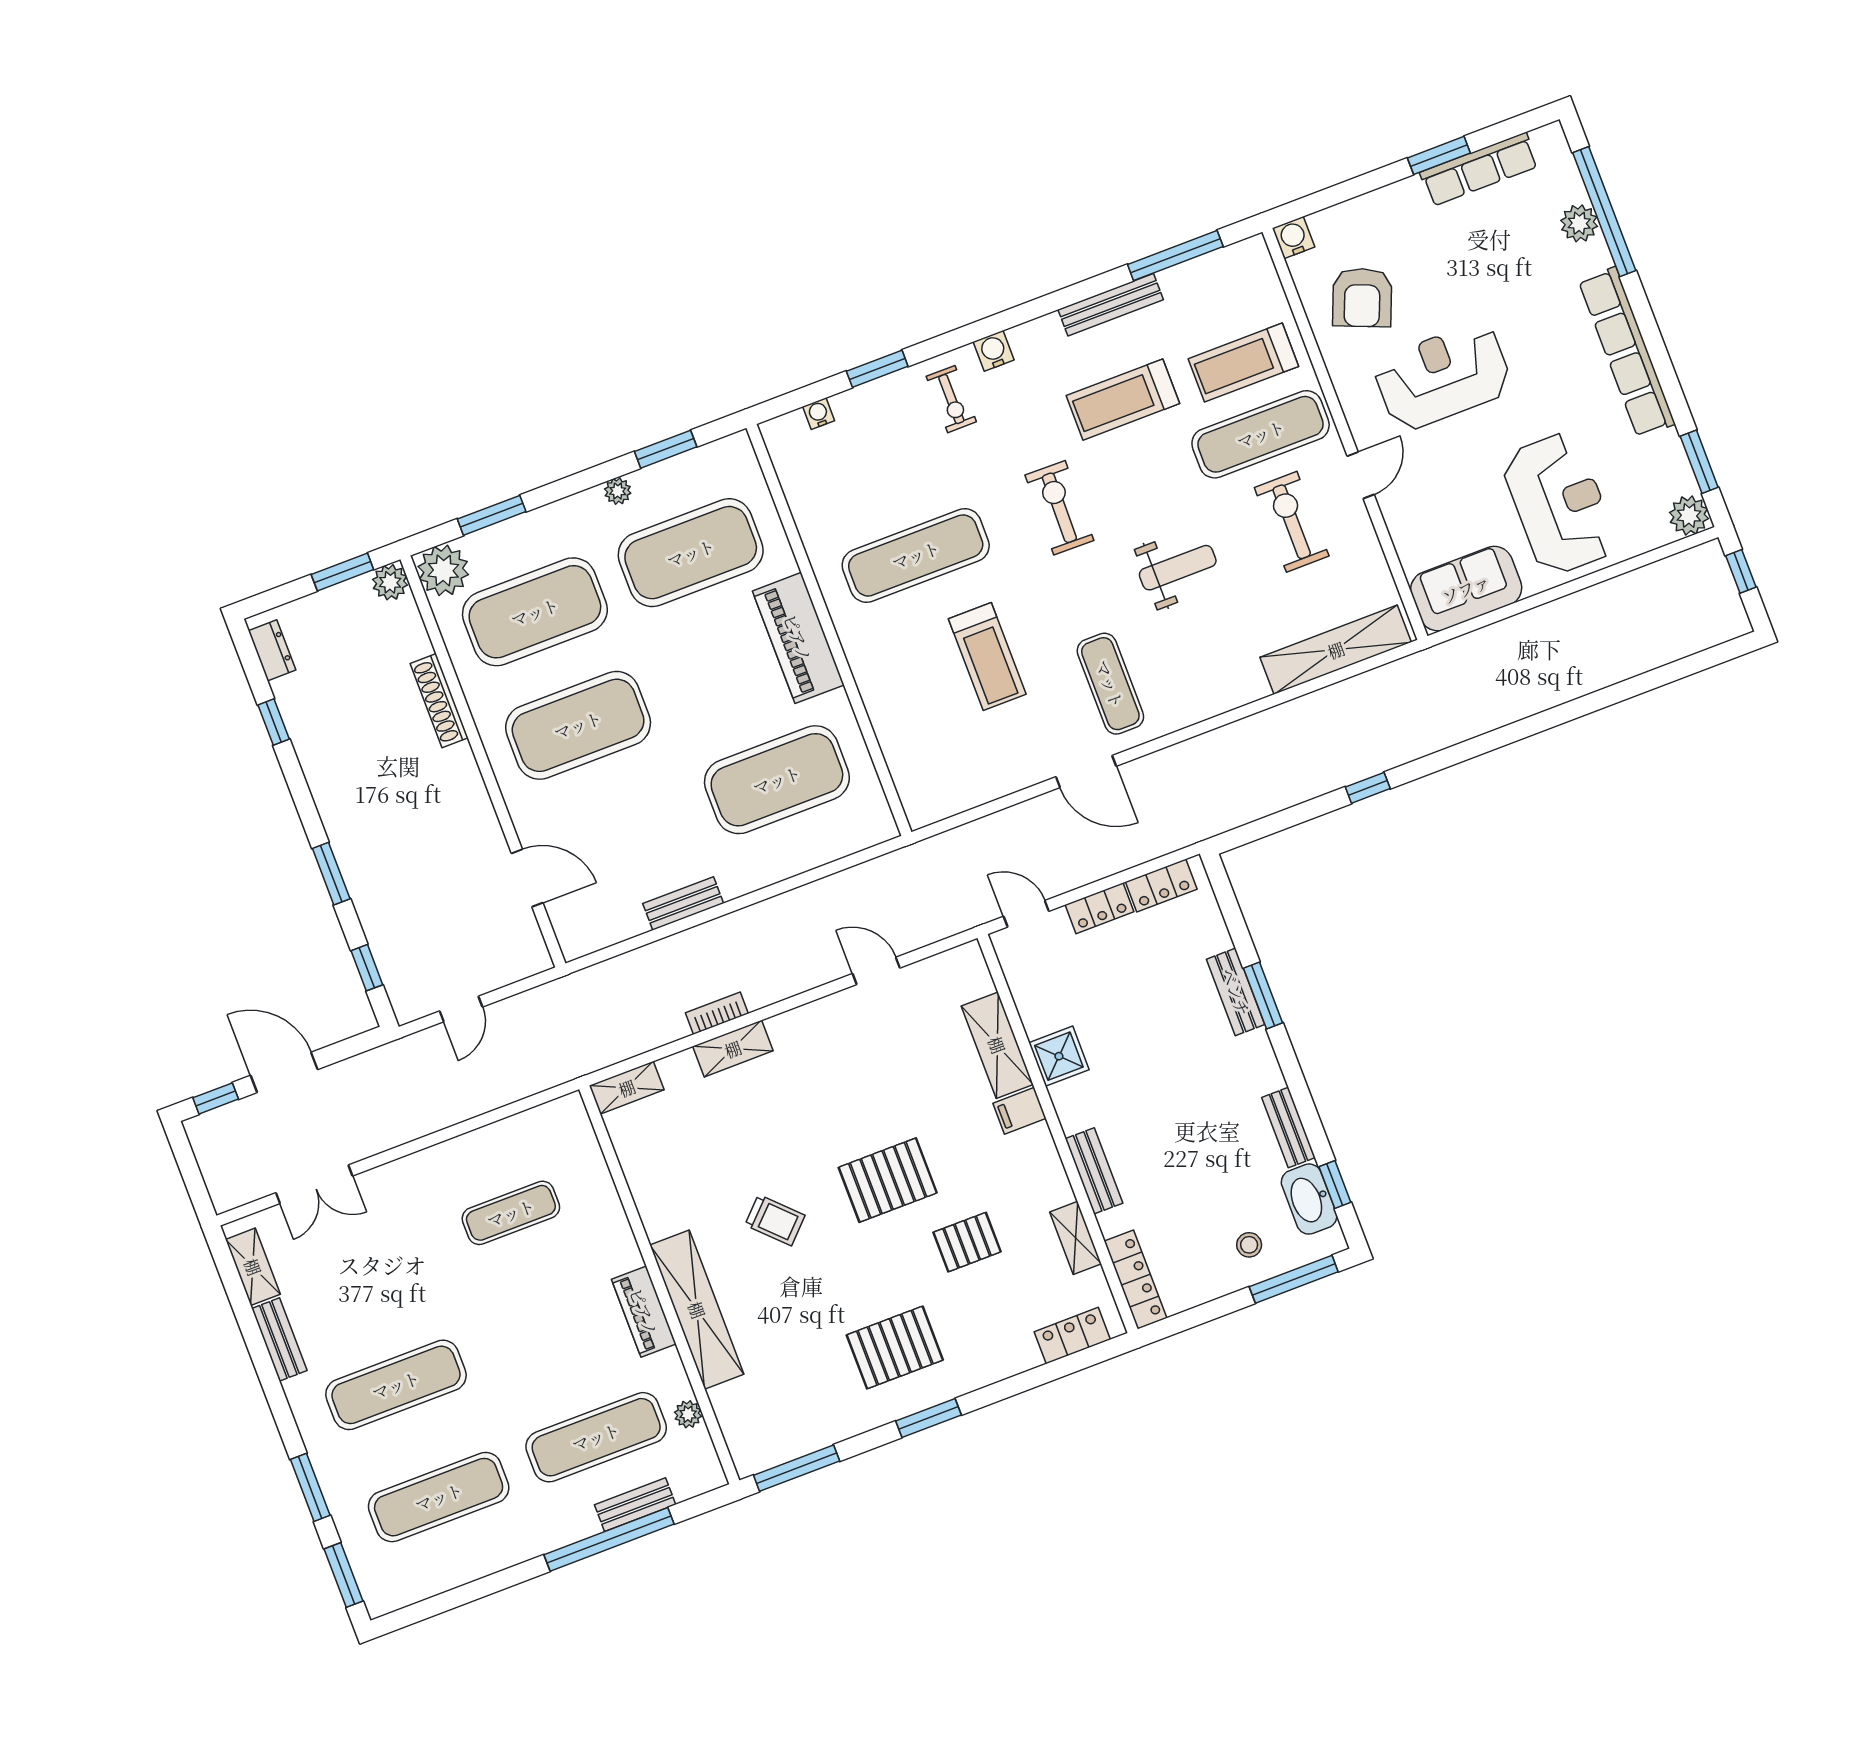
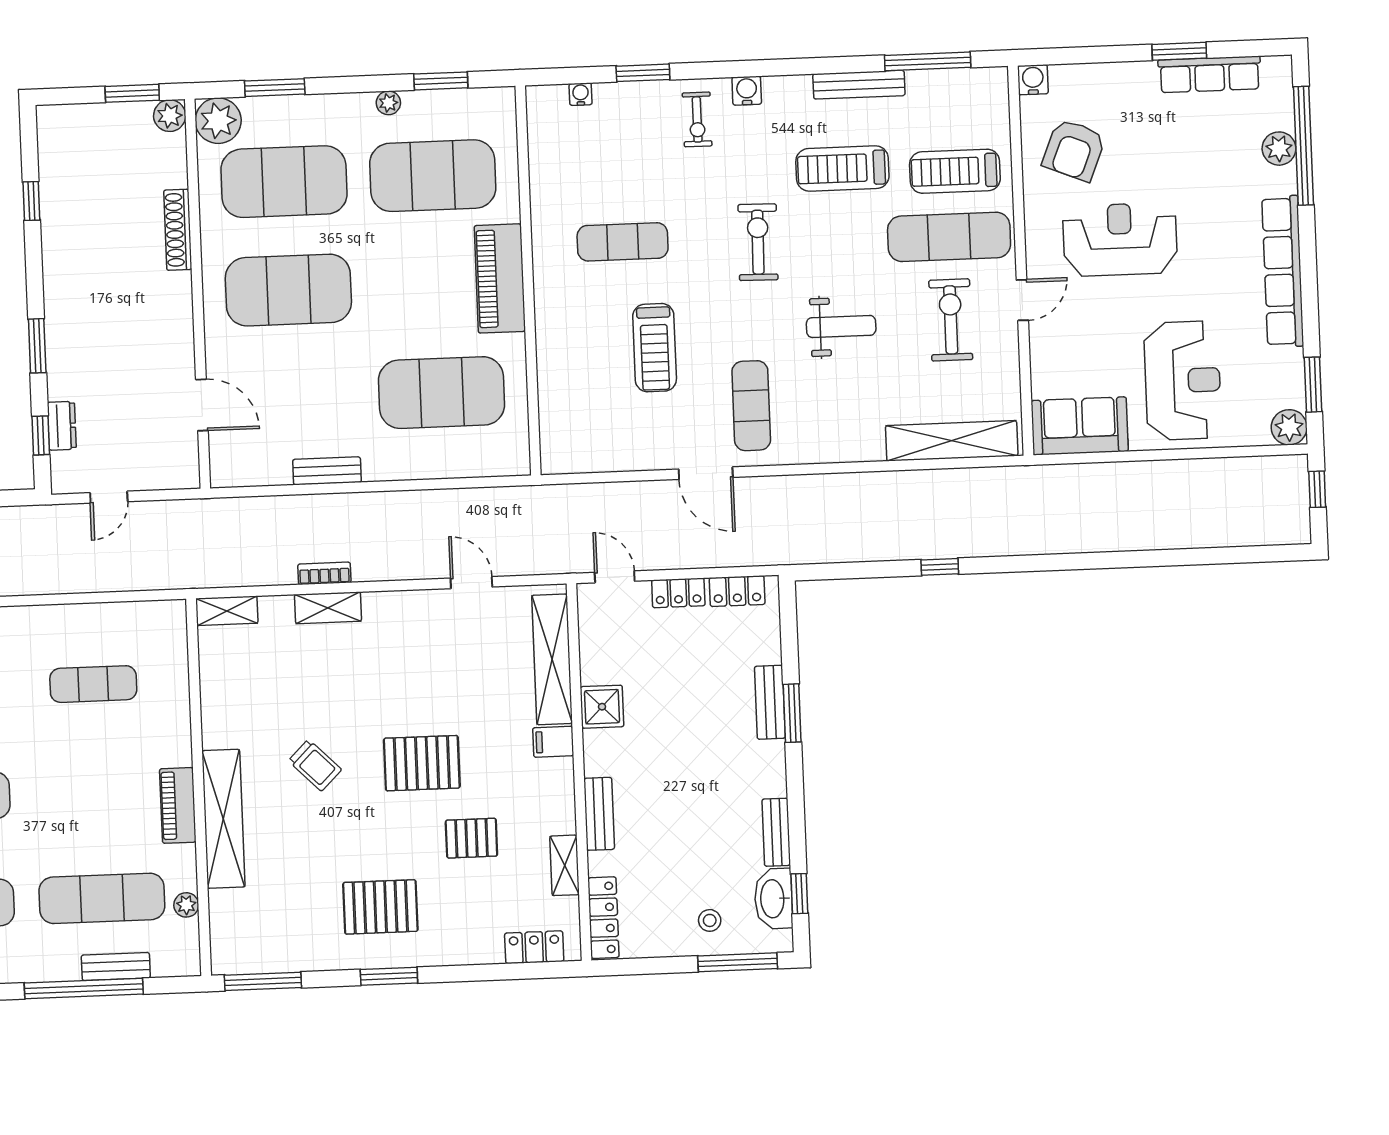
exercise mat: (916, 555) -> (623, 242), width x0.73, depth x0.69
dresser: (272, 650) -> (62, 426), moved
shelving: (997, 1045) -> (552, 659), width x1.47

